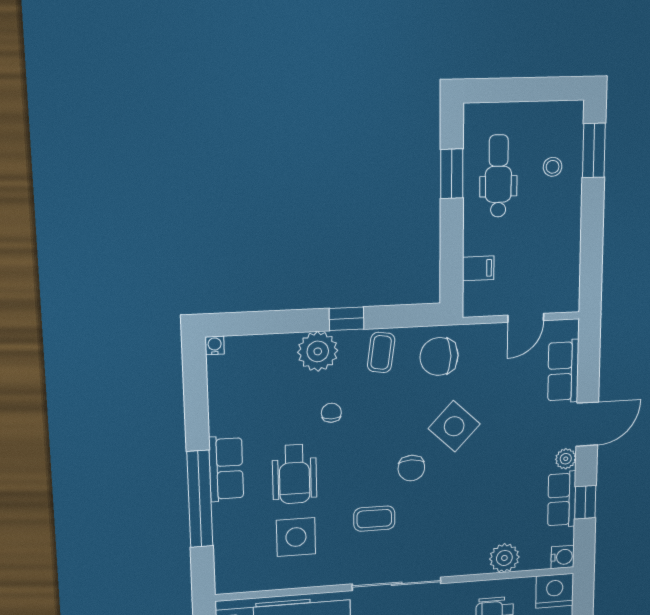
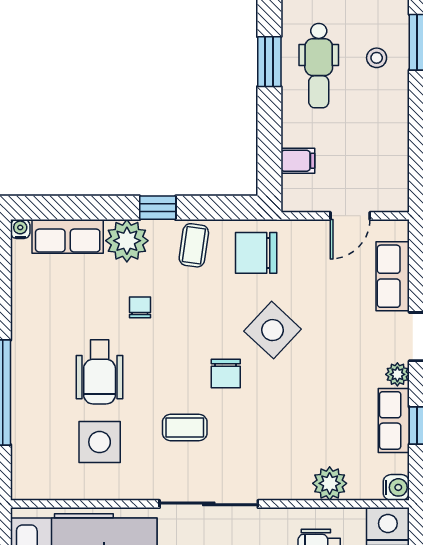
dental chair: (498, 176) -> (319, 66), turned 180
row of seats: (226, 469) -> (68, 236), moved, turned 90

